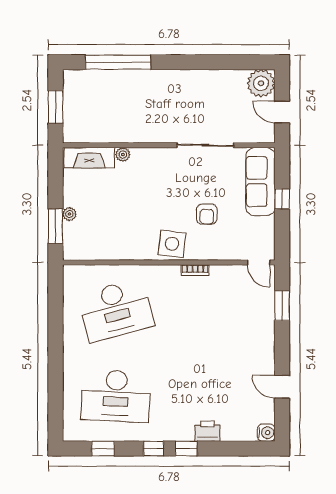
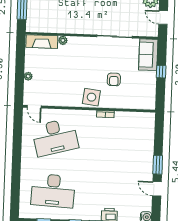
sofa: (260, 182) -> (148, 55), width x0.73
window: (56, 226) -> (19, 83), removed
door: (259, 262) -> (34, 107), moved
window: (282, 306) -> (158, 165), moved

